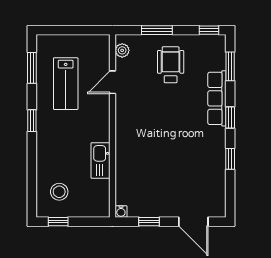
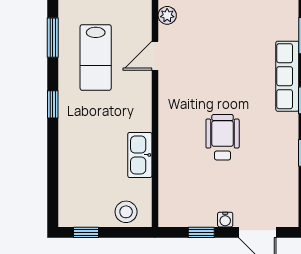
wheelchair: (171, 65) -> (223, 137), moved
stool: (59, 192) -> (126, 212), moved
water cooler: (121, 211) -> (225, 220), moved

